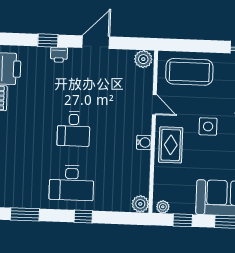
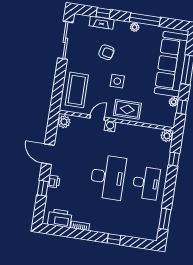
desk: (74, 129) -> (108, 177), width x1.87, depth x1.30
water cooler: (144, 142) -> (110, 126), moved
plant: (163, 207) -> (174, 102), moved
window: (83, 217) -> (174, 159), moved

